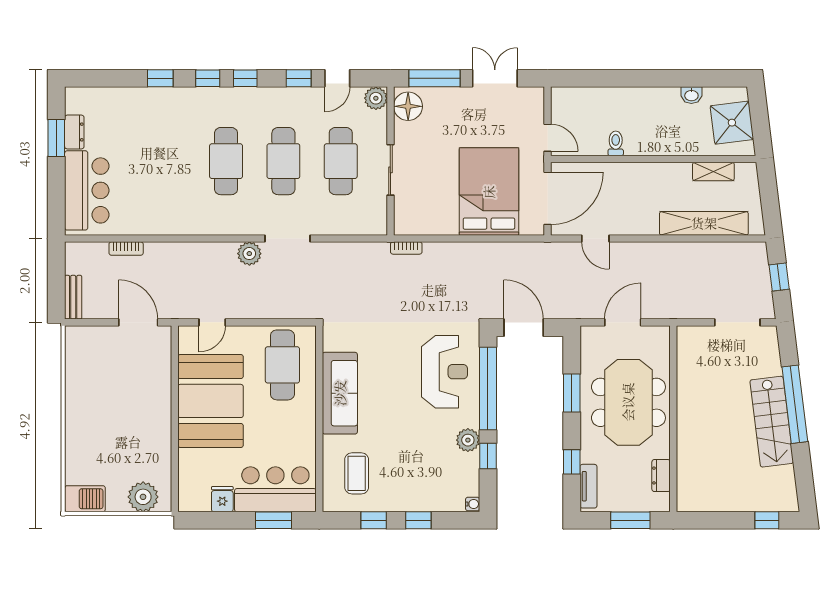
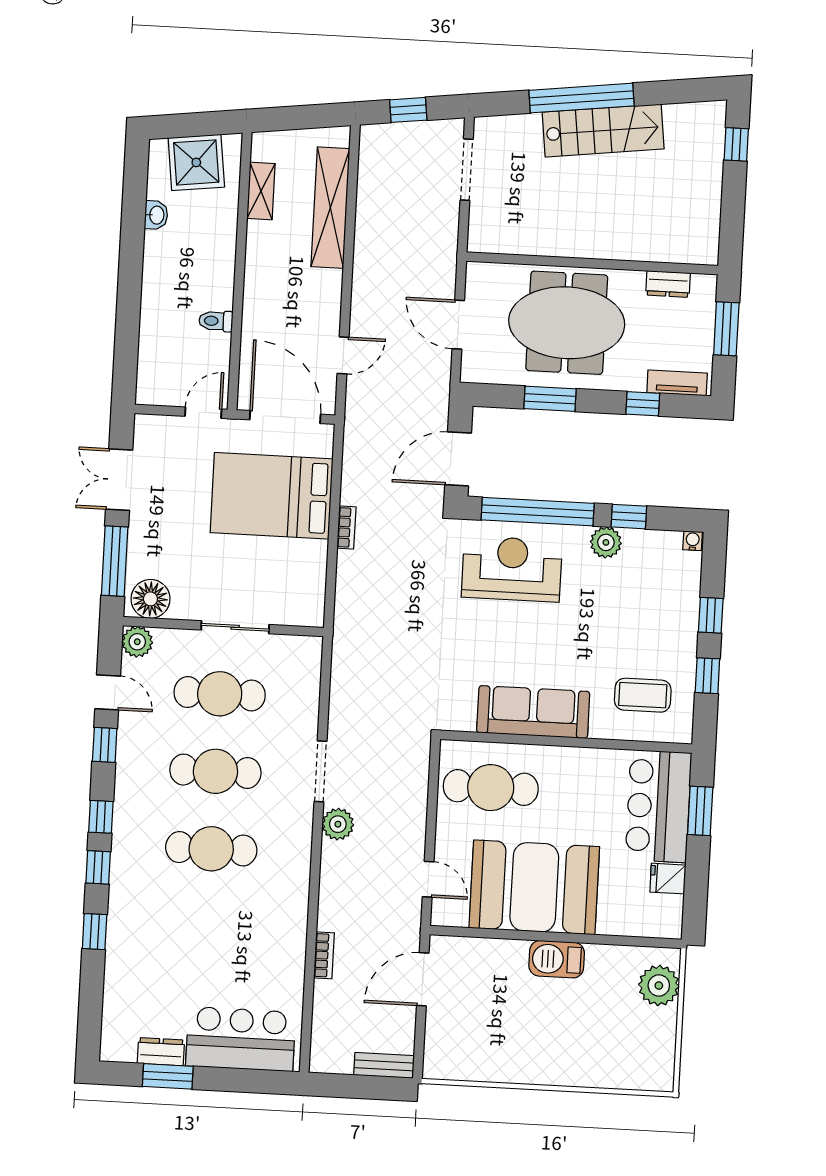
bookcase: (406, 248) -> (346, 528), moved
bookcase: (126, 249) -> (324, 955), moved
barbecue: (85, 499) -> (557, 959), moved, turned -90

